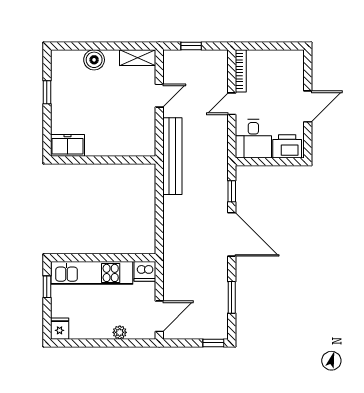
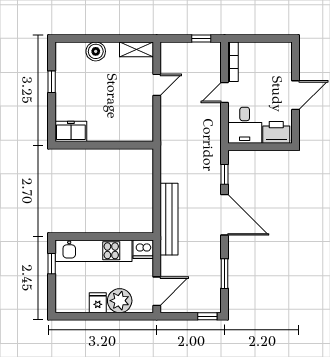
window: (191, 46) -> (201, 38), moved
bench: (172, 156) -> (169, 219), moved
fridge: (60, 329) -> (98, 303), moved
plant: (120, 332) -> (120, 301), width x1.87, depth x1.87

